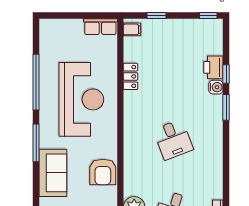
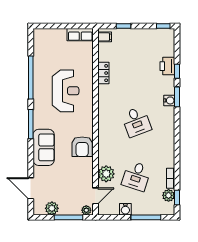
water cooler: (216, 87) -> (169, 100), moved
reception desk: (81, 99) -> (66, 91), width x0.74, depth x0.77

